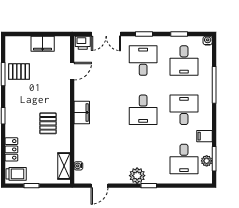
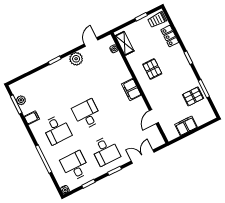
printer: (83, 43) -> (157, 142), removed
desk: (184, 159) -> (38, 93), removed
plant: (137, 176) -> (76, 59), moved

